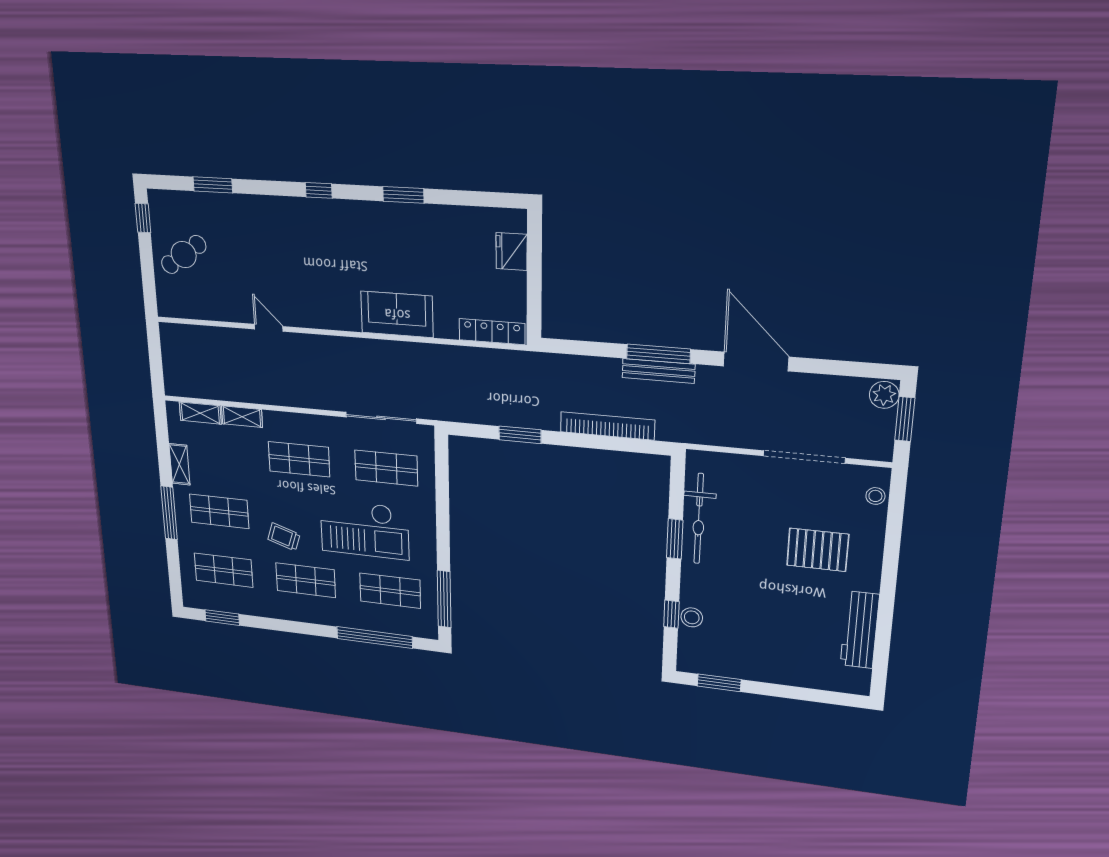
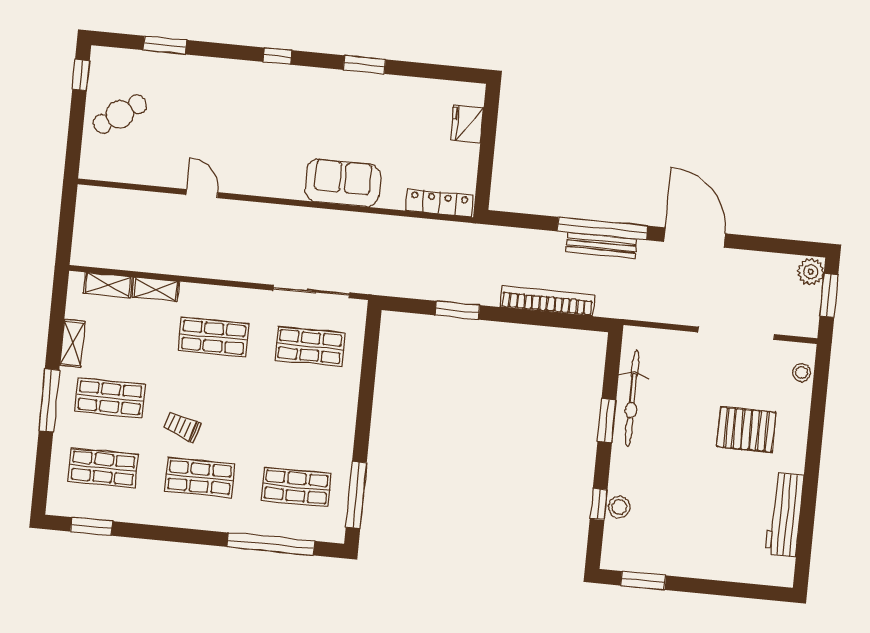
window: (658, 354) -> (602, 229), width x1.46
checkout: (365, 529) -> (277, 416), removed

